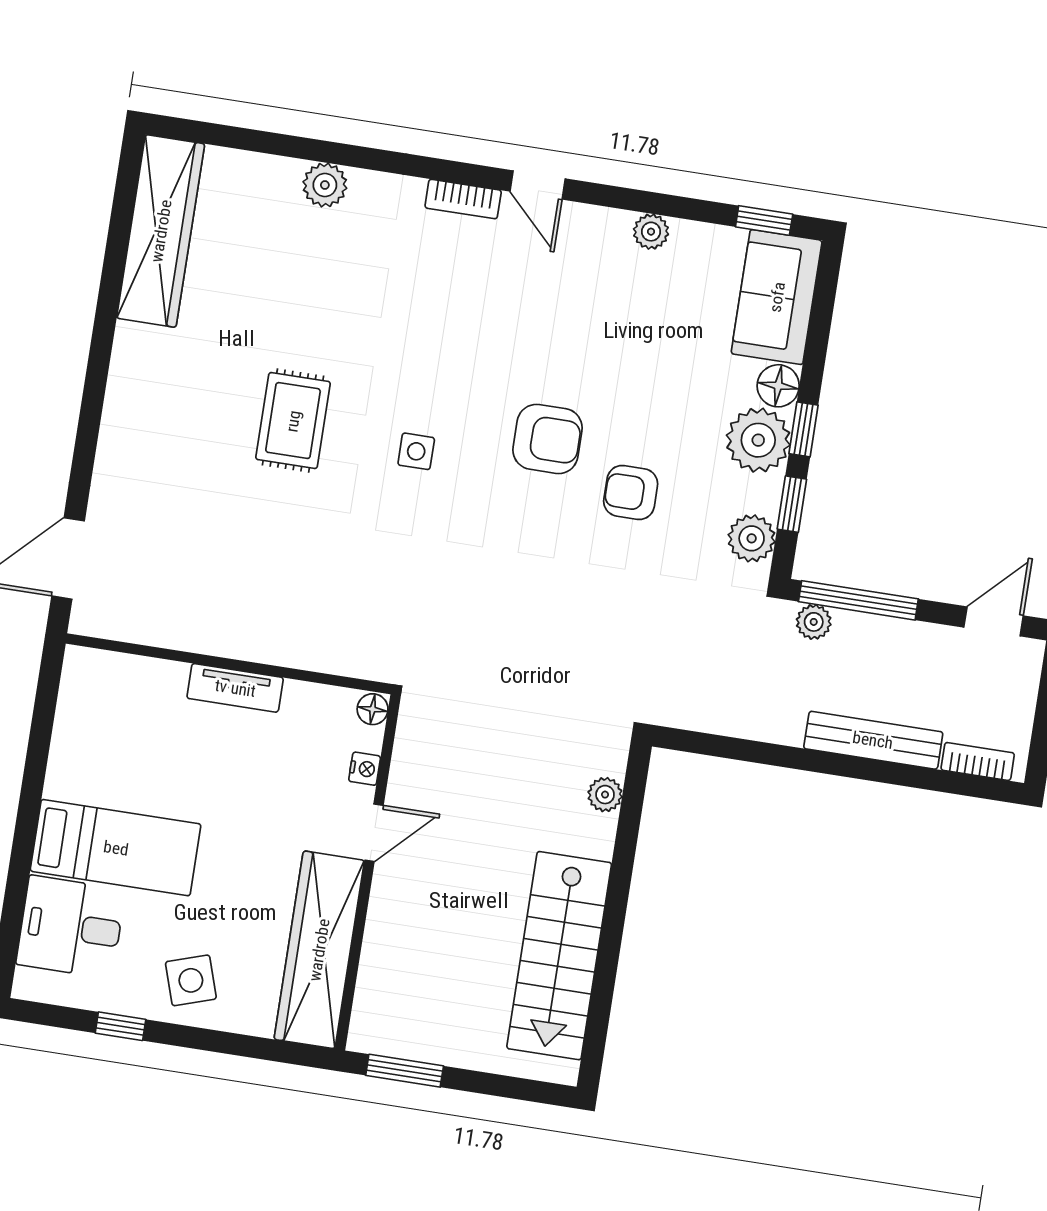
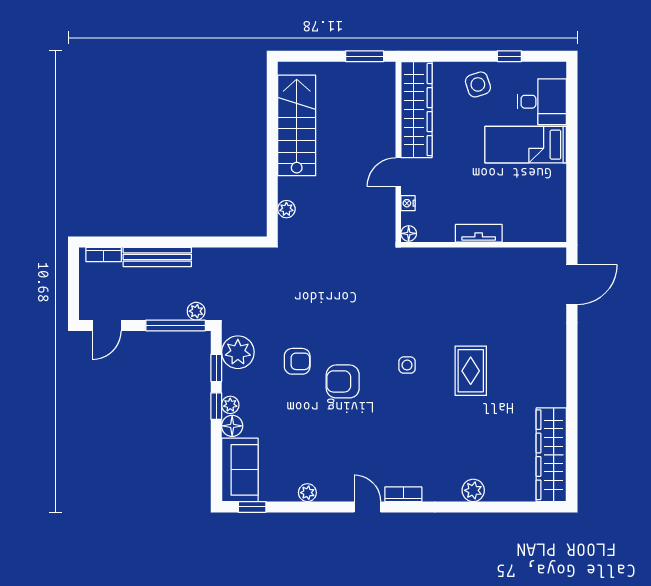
plant: (758, 440) -> (230, 405), width x0.53, depth x0.53
plant: (752, 538) -> (238, 352), width x1.36, depth x1.36

